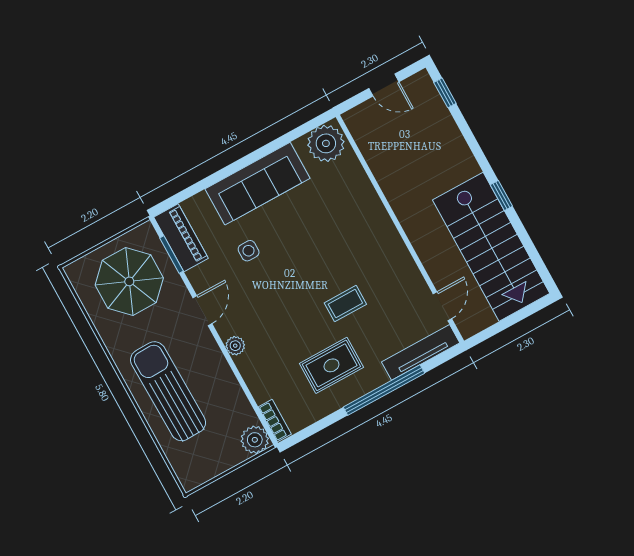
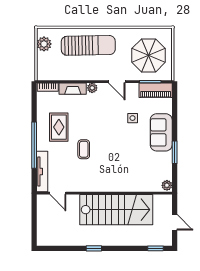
door: (384, 85) -> (175, 222), swing flipped
plant: (326, 143) -> (167, 185), width x0.53, depth x0.53
window: (267, 149) -> (175, 152), added
sofa: (258, 184) -> (161, 132), width x0.73
stairs: (491, 247) -> (116, 210), moved, turned 180
fireplace: (254, 377) -> (73, 89), added
plant: (255, 440) -> (44, 44), moved

